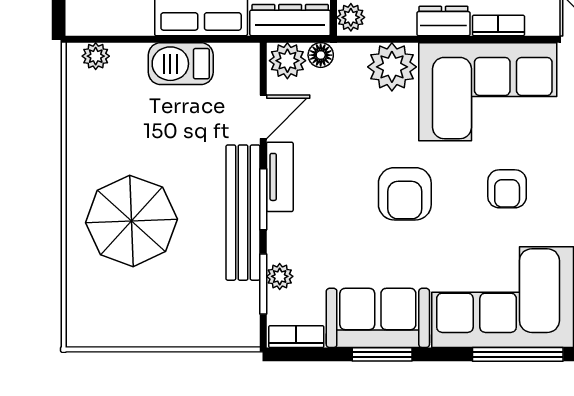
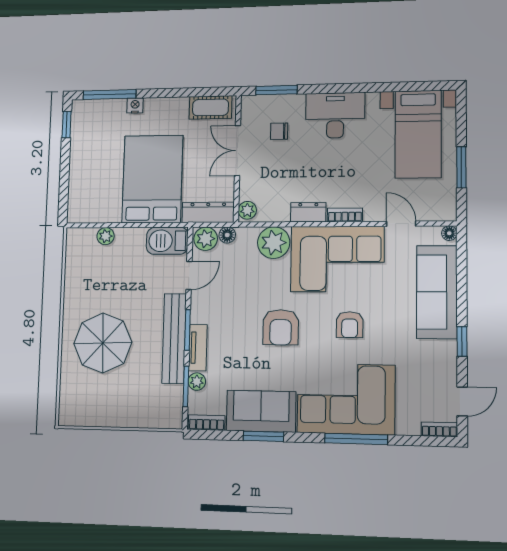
plant: (96, 56) -> (106, 236), moved
barbecue: (181, 64) -> (167, 241), moved
tv unit: (280, 177) -> (198, 348), moved

